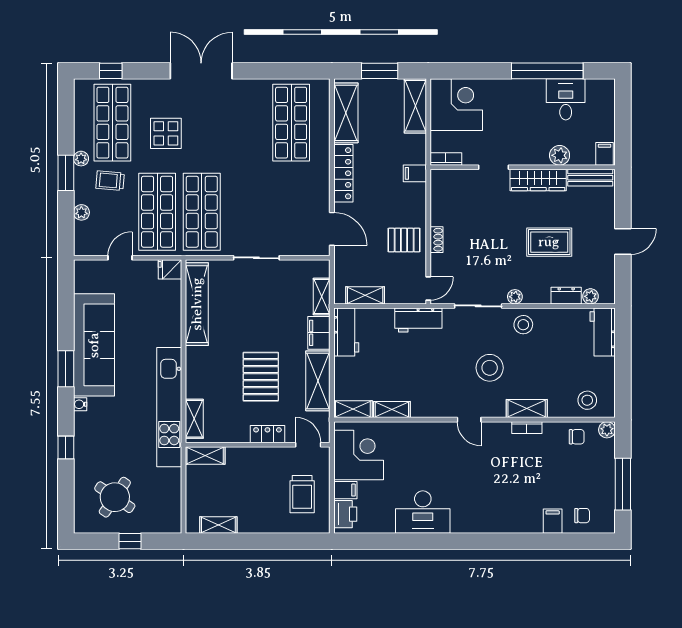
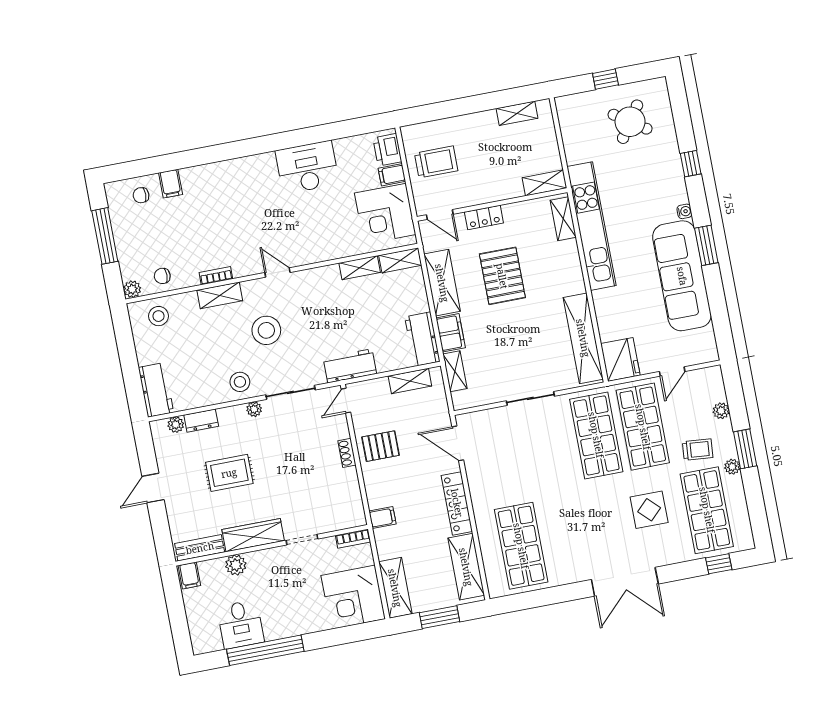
fridge: (170, 269) -> (620, 359), width x1.88, depth x1.34
trolley: (302, 494) -> (436, 162), turned 90

